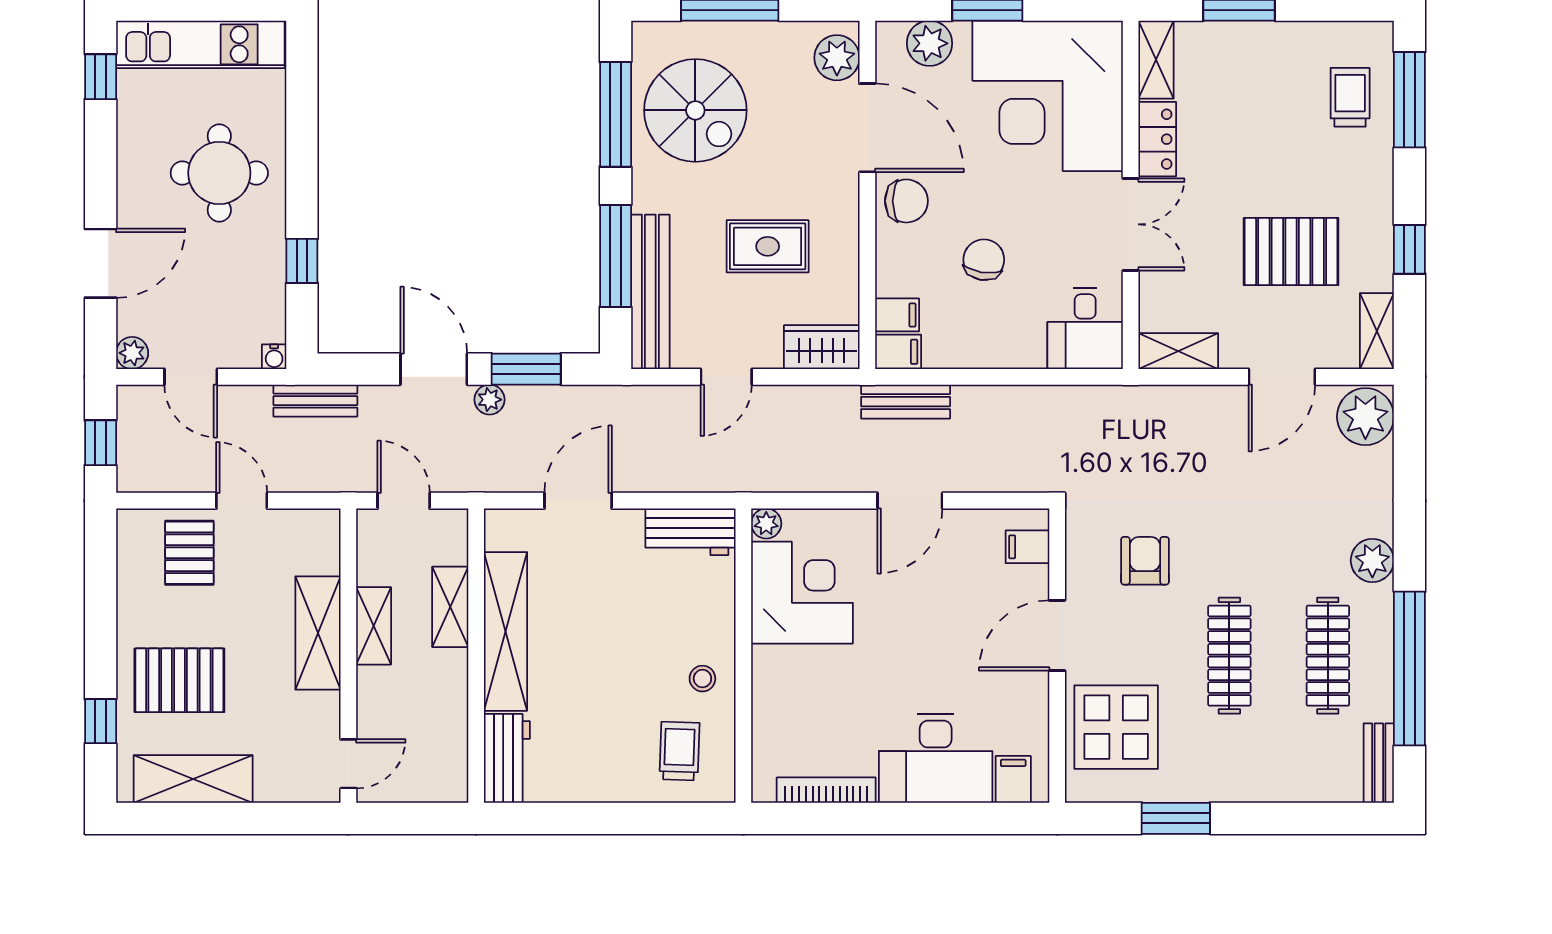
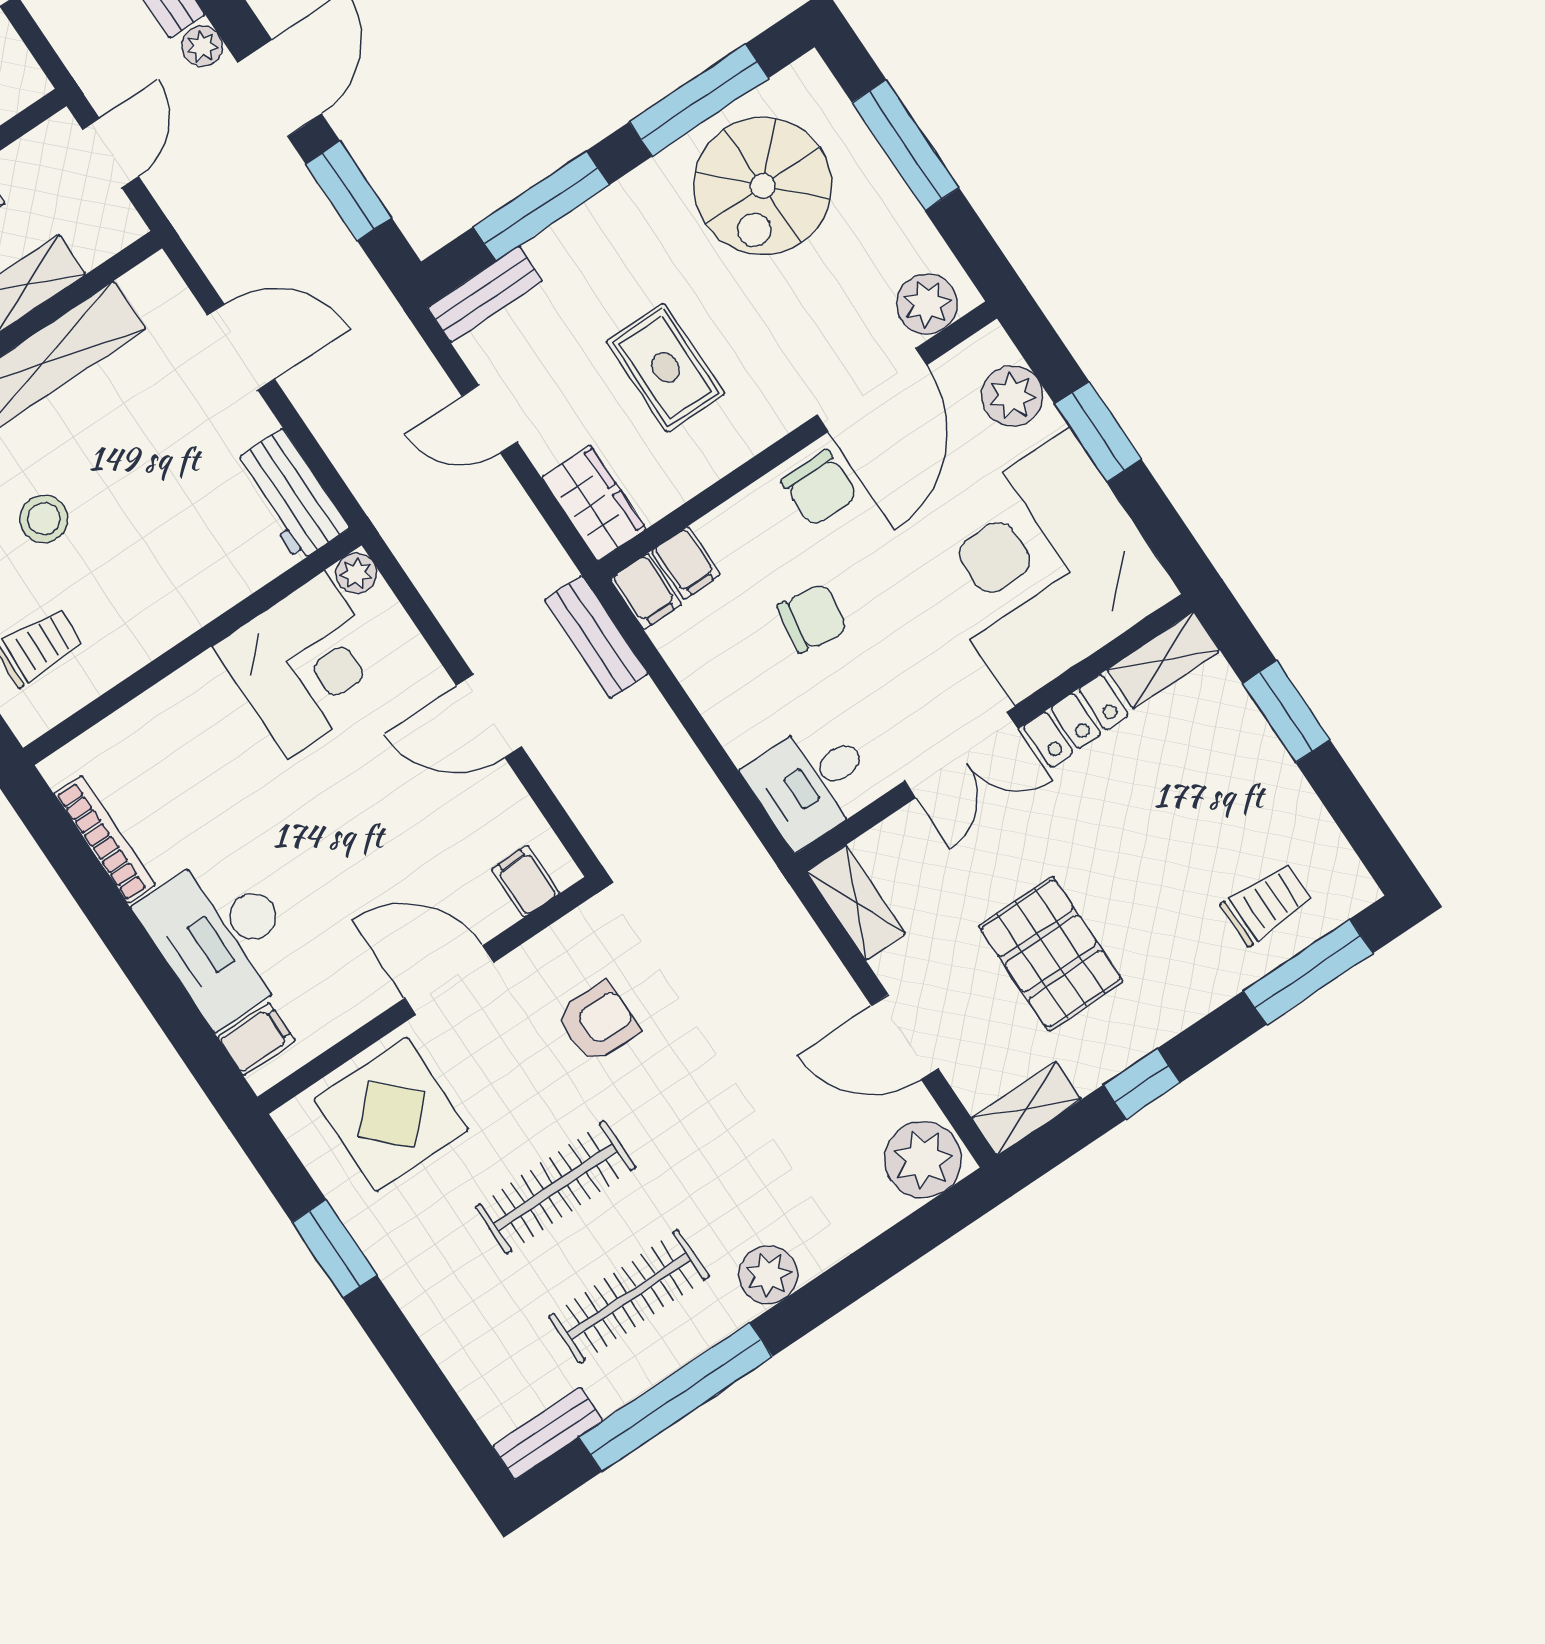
bench: (650, 292) -> (485, 294), width x0.54, depth x0.82
plant: (489, 400) -> (202, 46), moved
stool: (702, 679) -> (44, 519), moved, width x1.37, depth x1.37

